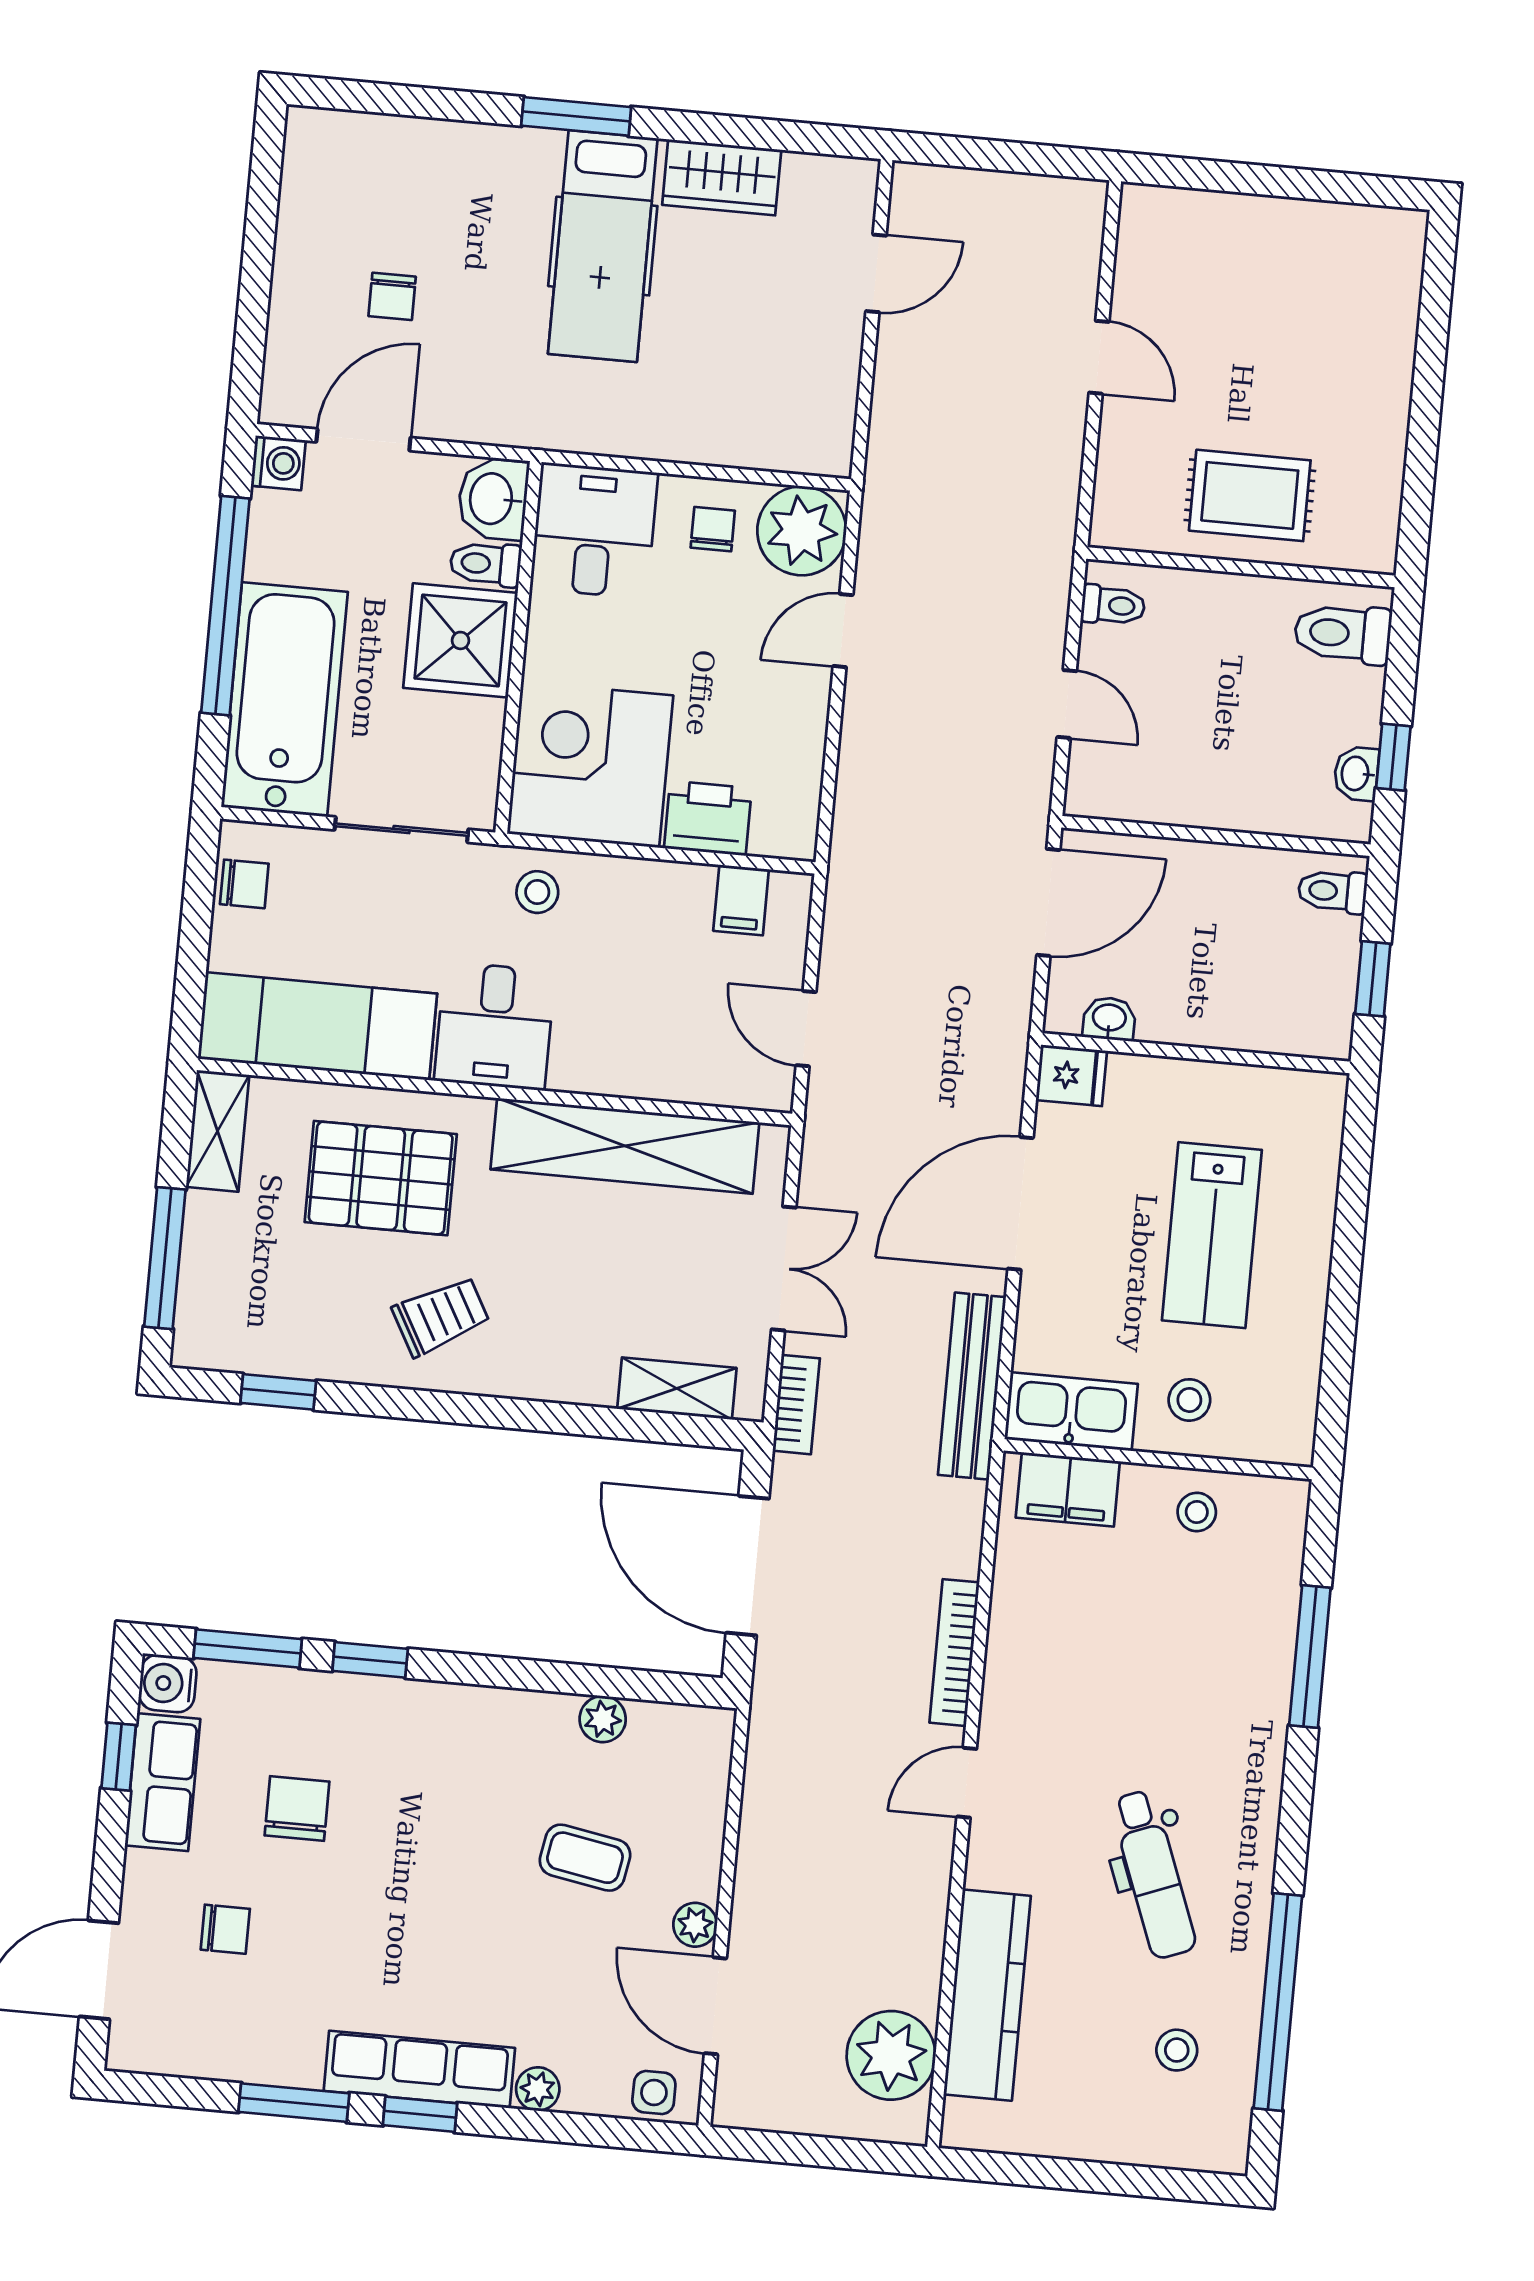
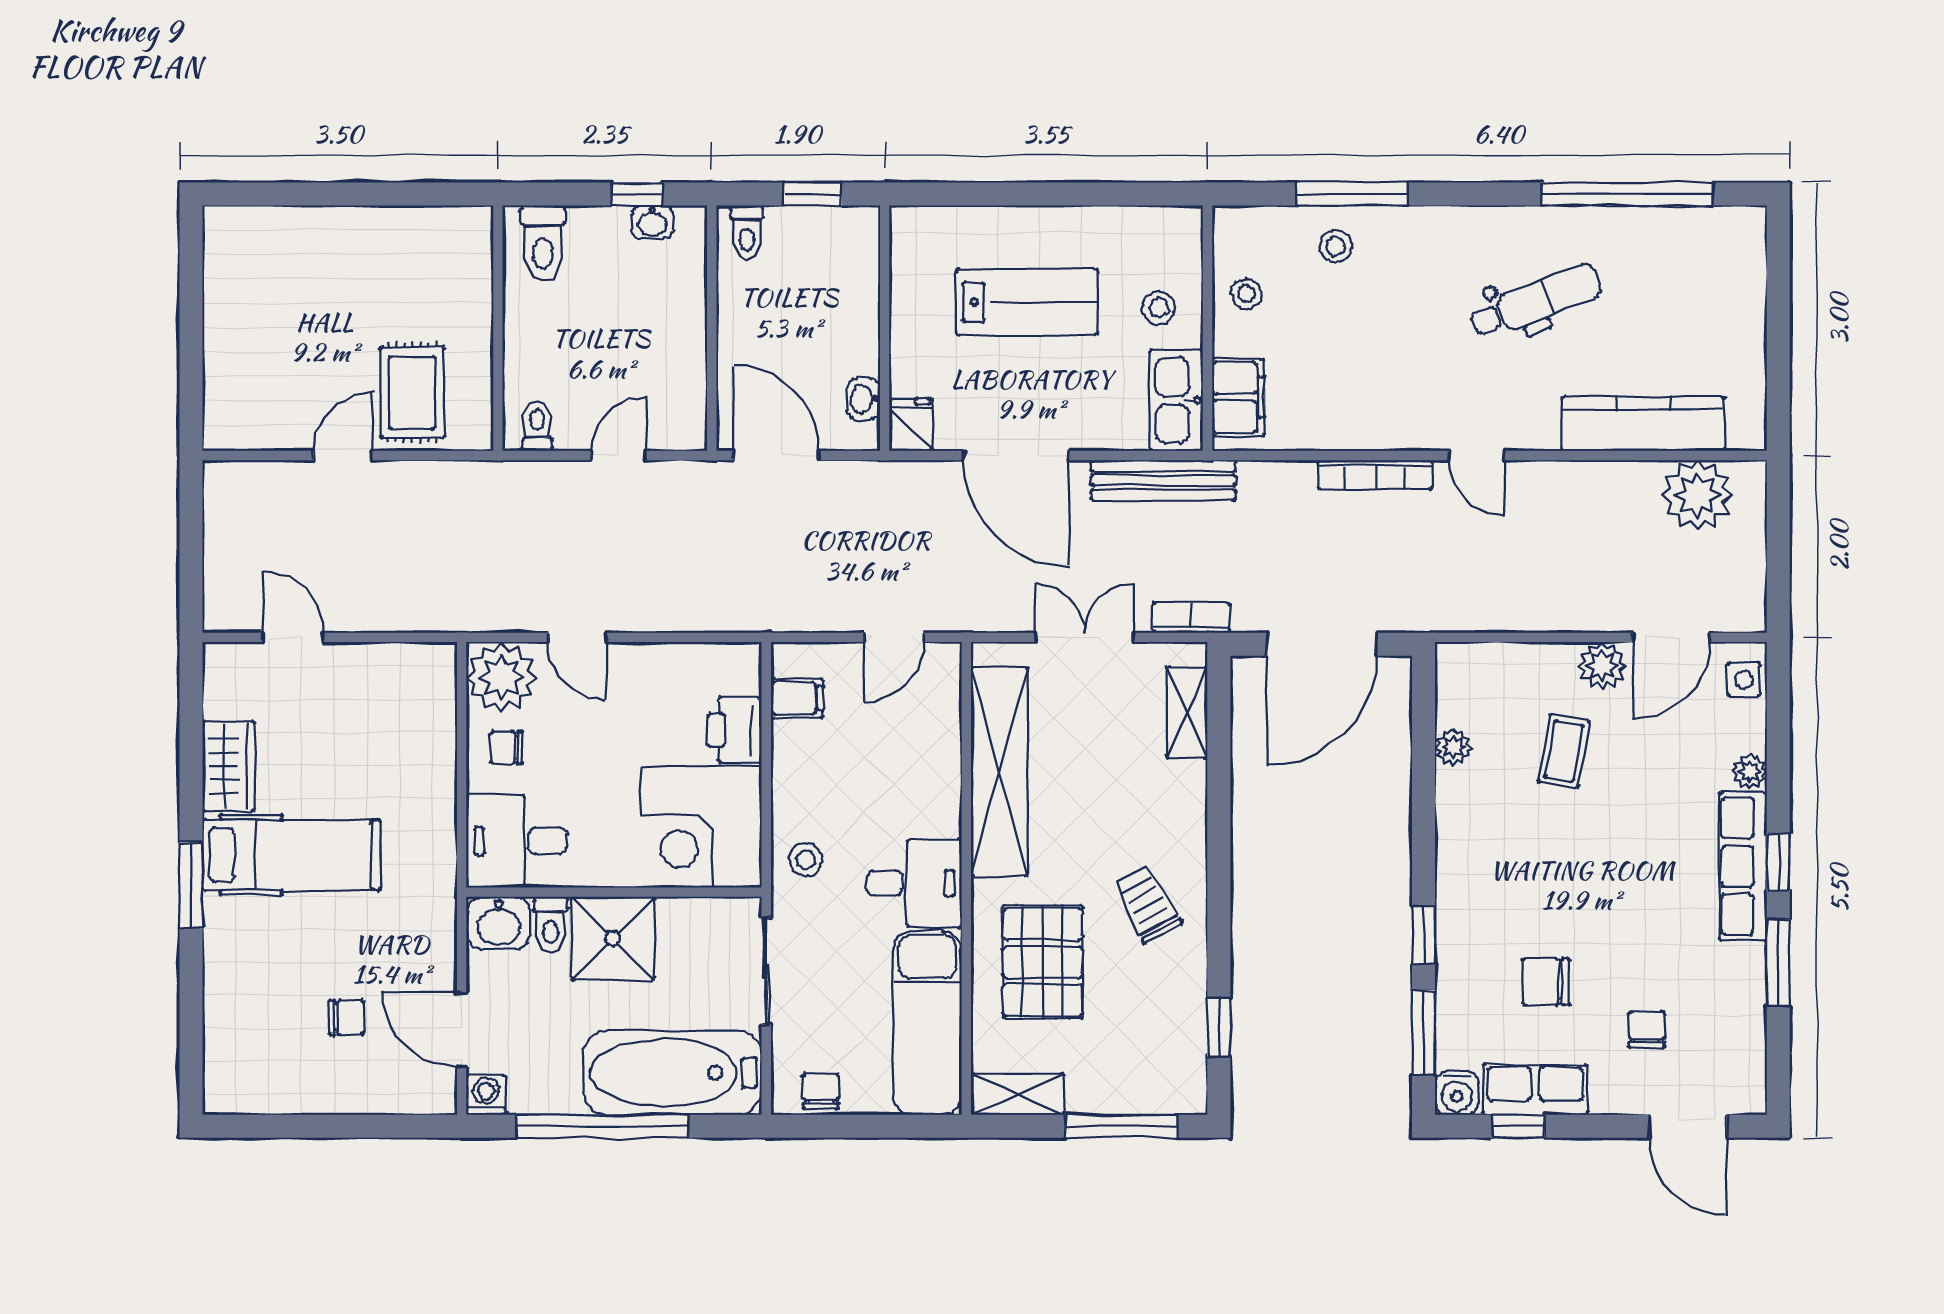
rug: (1250, 495) -> (412, 393), moved
plant: (695, 1925) -> (1602, 666), width x1.38, depth x1.38
stool: (1177, 2050) -> (1336, 246), moved

